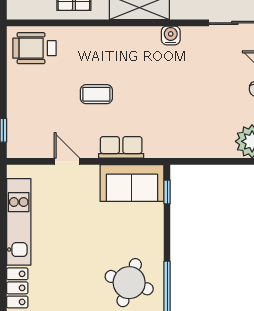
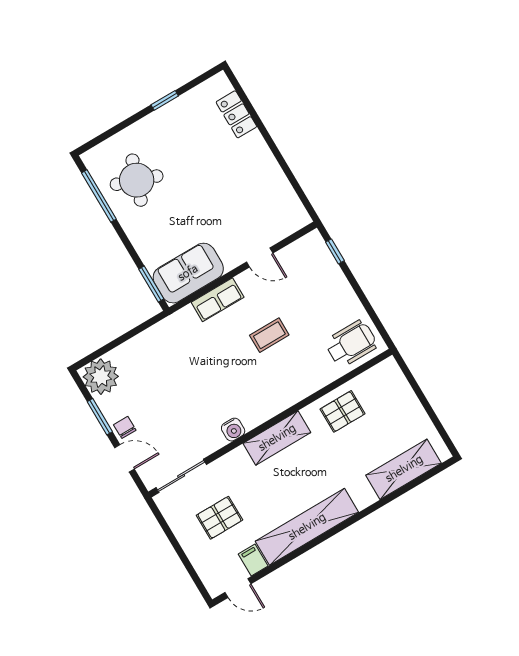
window: (167, 192) -> (151, 284), width x1.50
kitchen unit: (19, 222) -> (271, 176), removed

